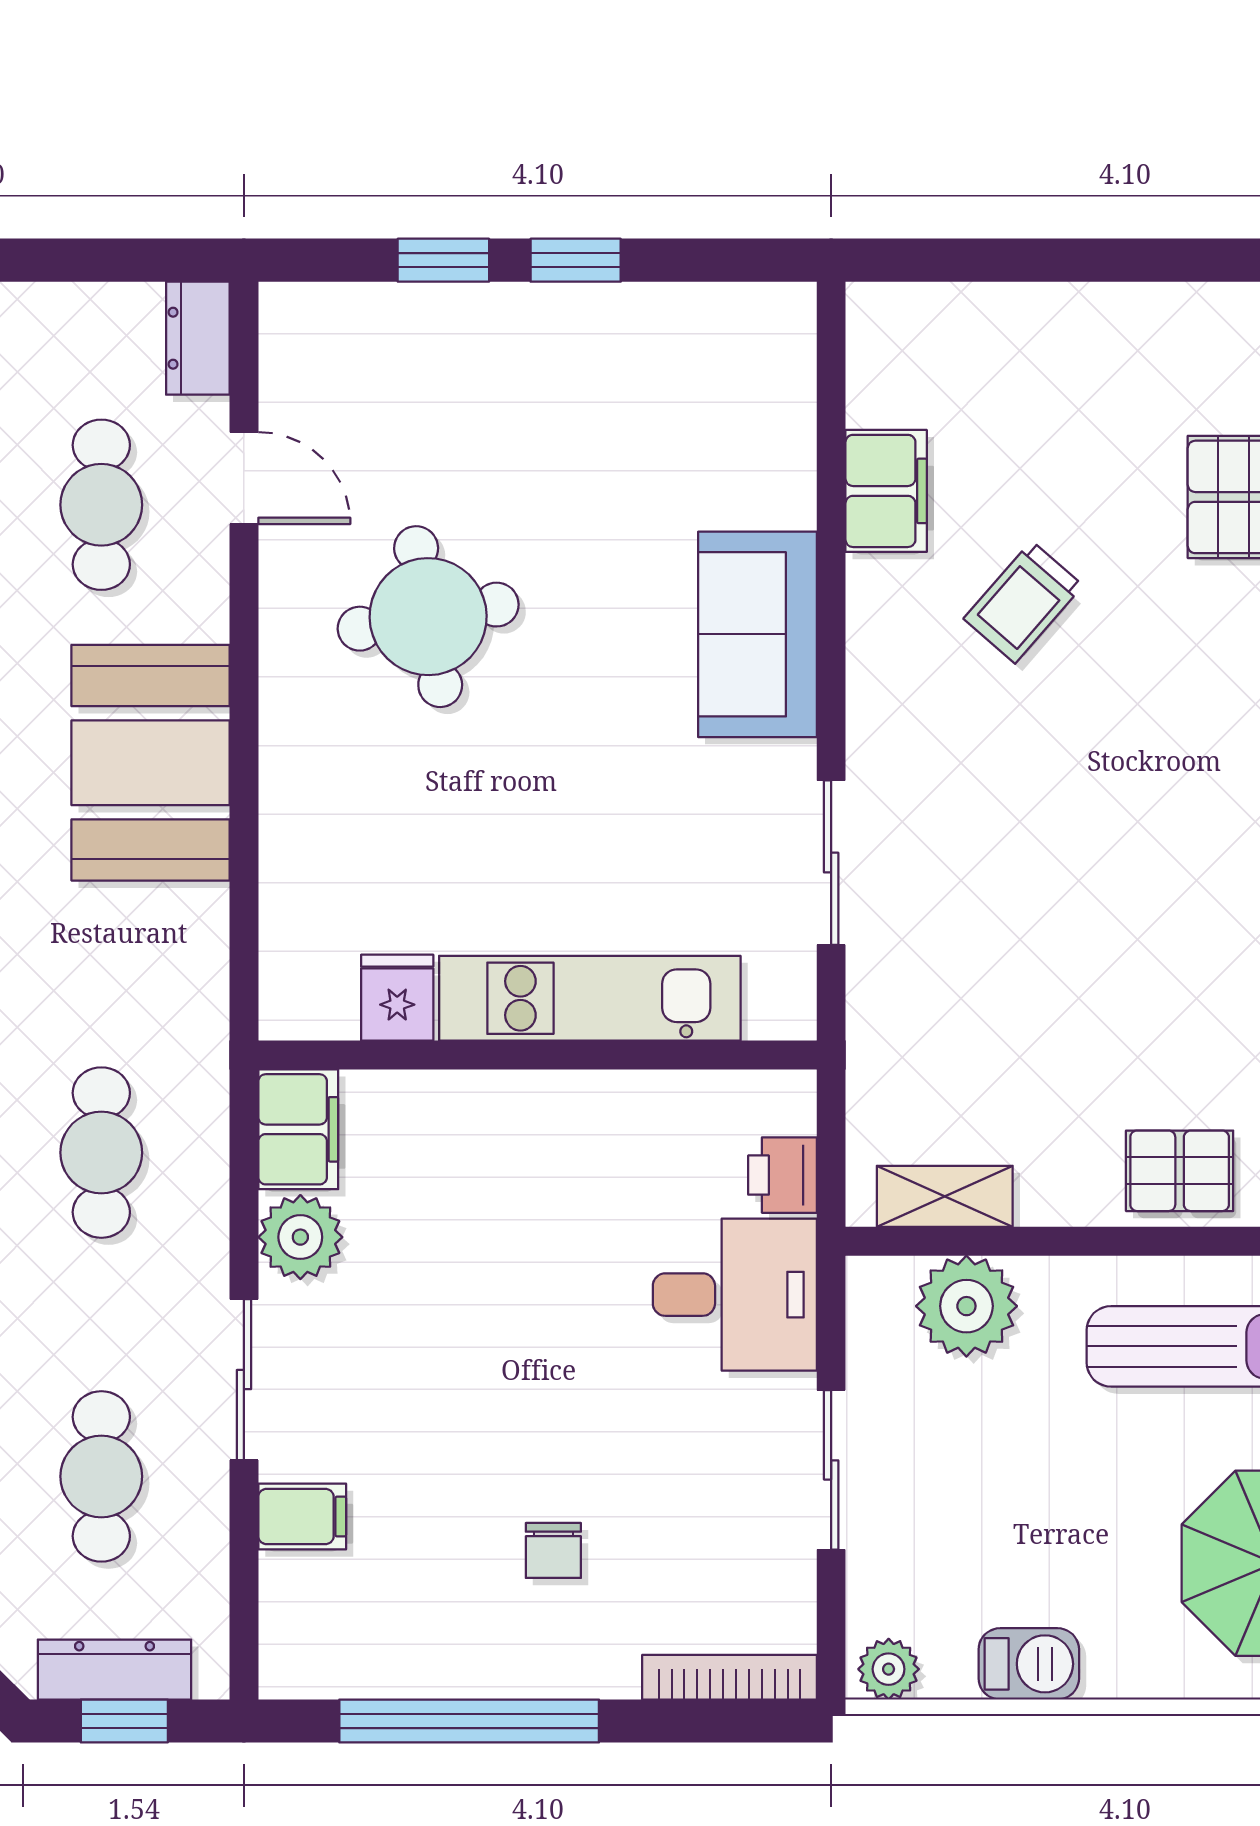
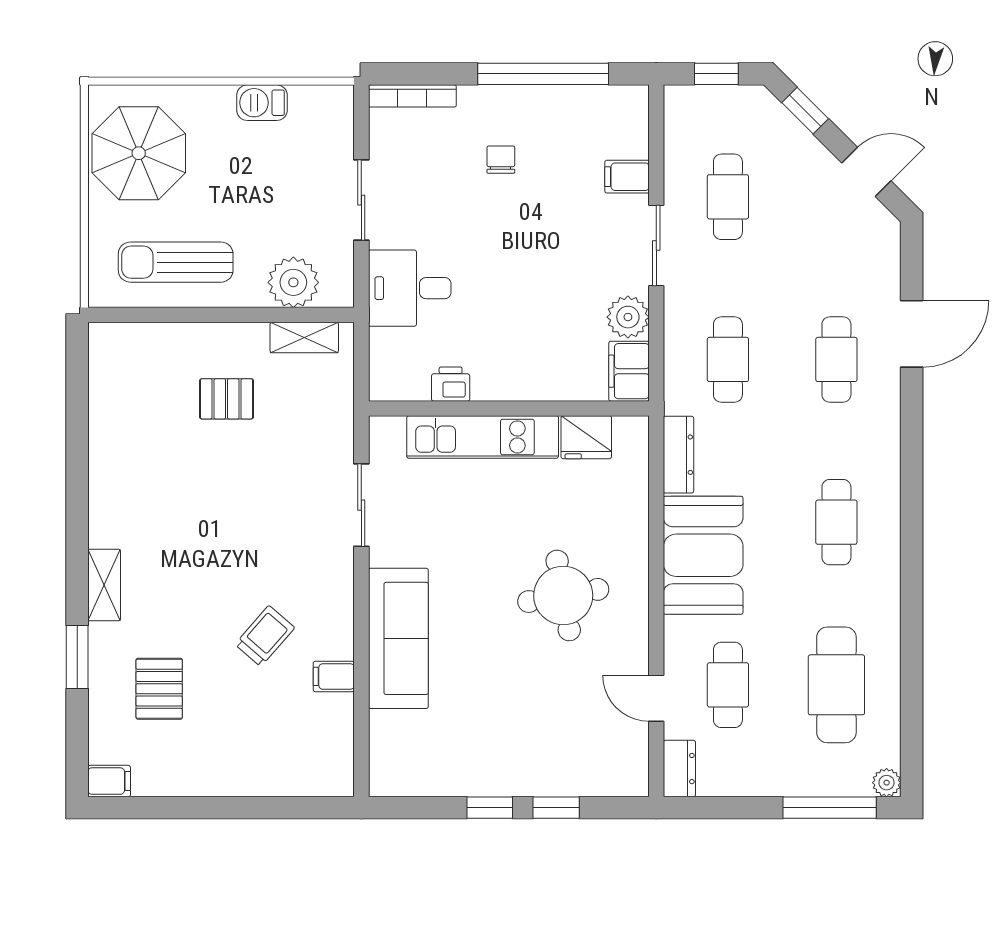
filing cabinet: (886, 491) -> (334, 676), width x0.50
round table: (428, 617) -> (563, 595), moved
sofa: (757, 634) -> (398, 638), width x1.36
fridge: (397, 998) -> (586, 437), width x1.38
pallet: (1180, 1171) -> (227, 399), moved
printer: (782, 1175) -> (451, 384), moved, turned -90
plant: (889, 1669) -> (332, 100), removed
dresser: (114, 1670) -> (679, 455), moved, turned -90

